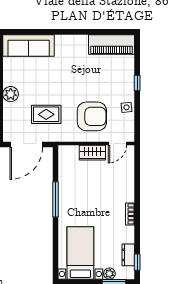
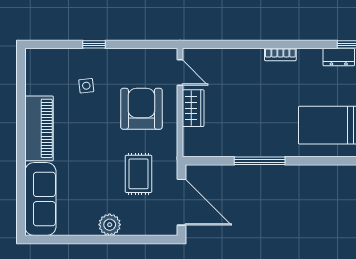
piano: (112, 44) -> (39, 128), moved
side table: (126, 107) -> (86, 86), moved

